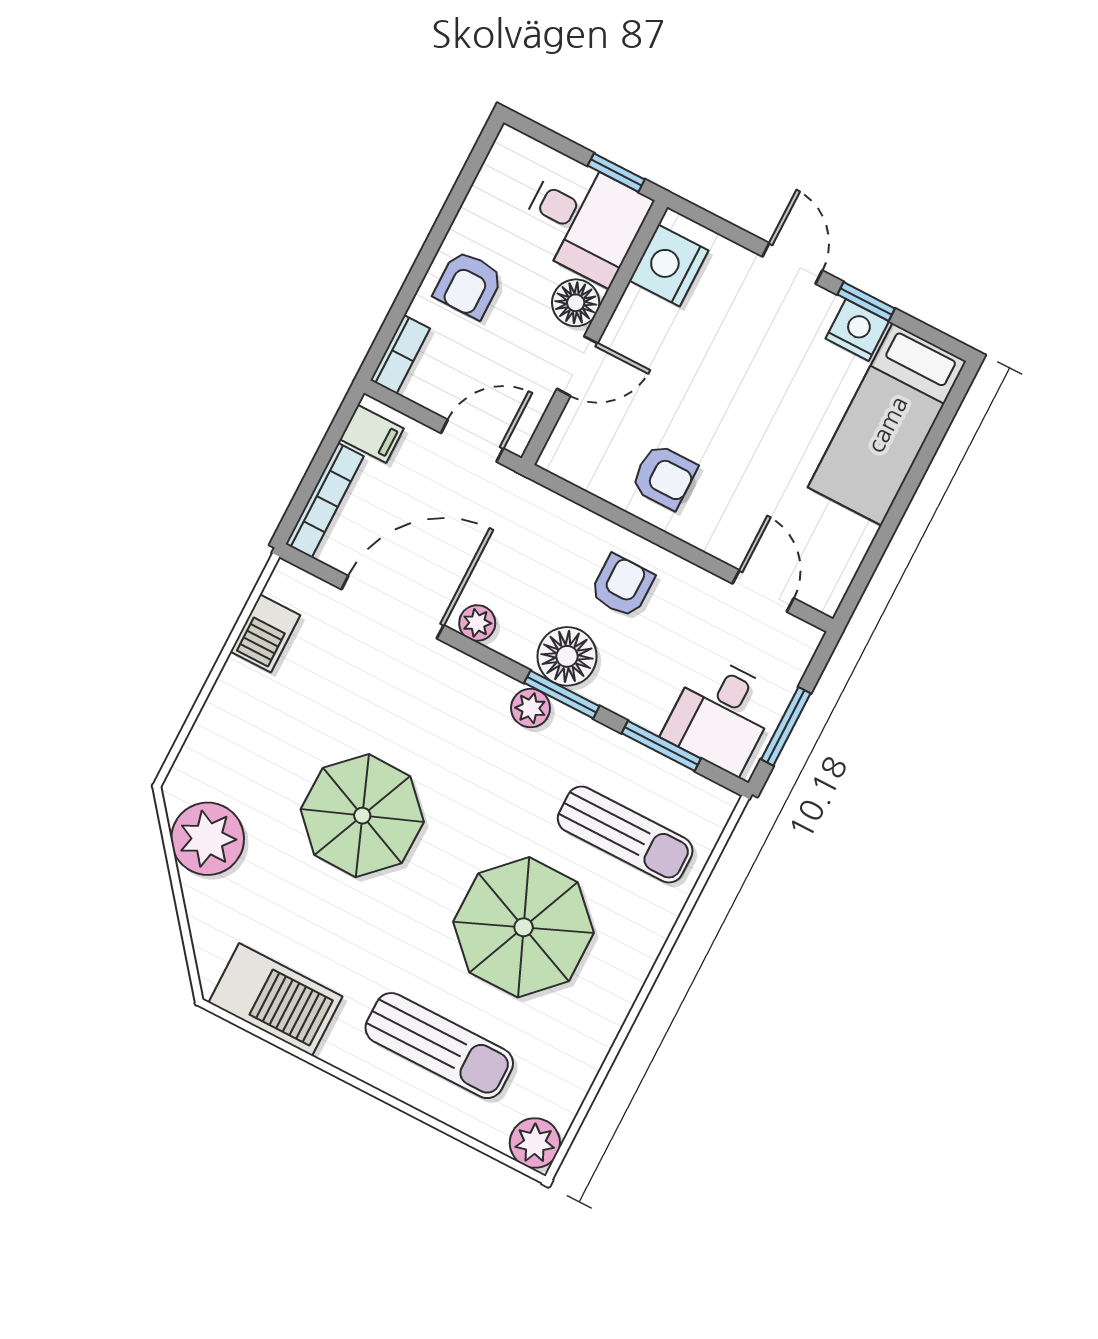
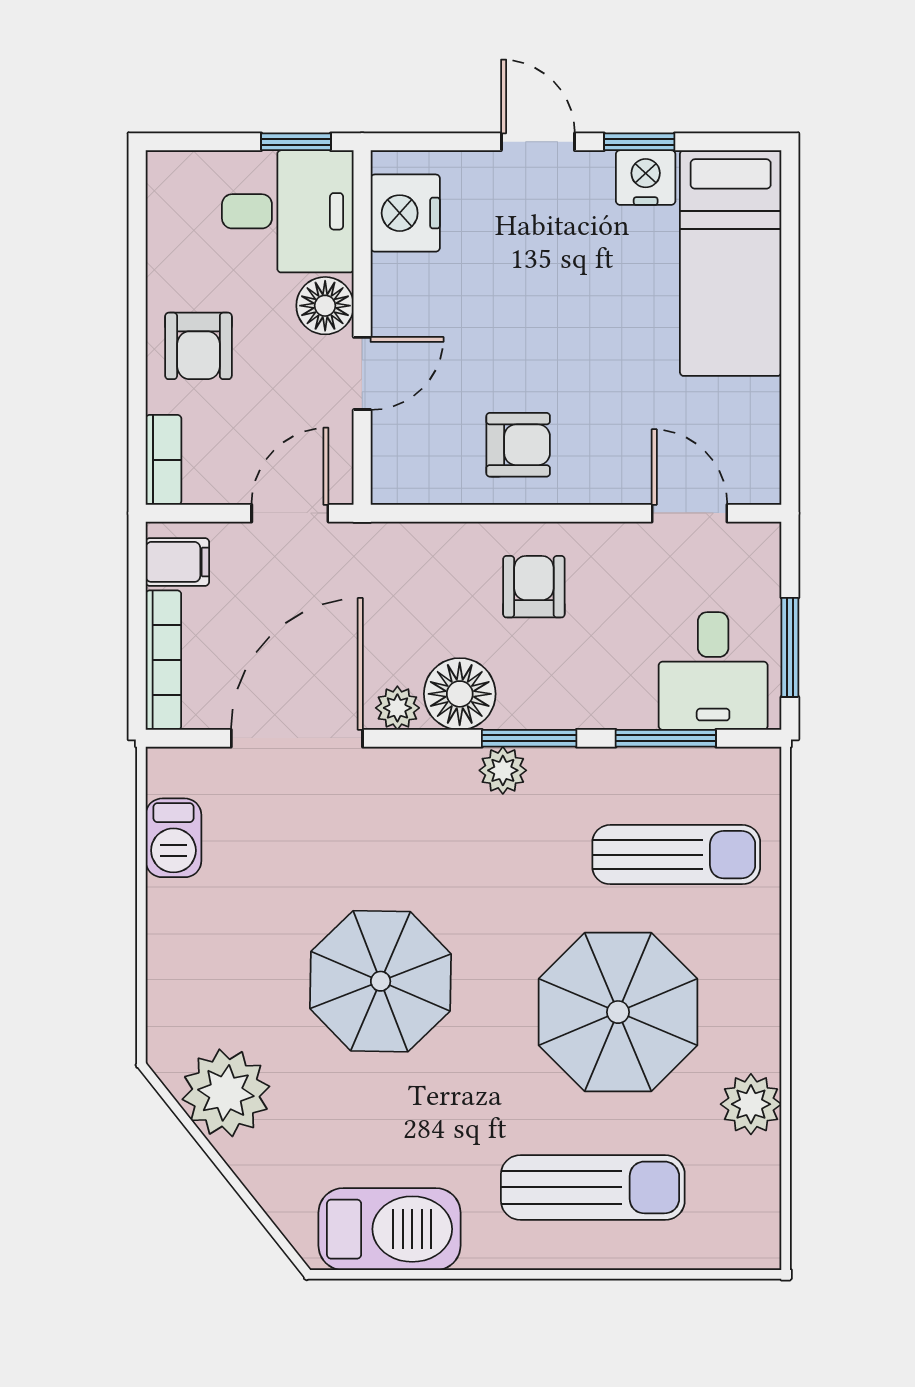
floor lamp: (567, 656) -> (460, 694), moved
plant: (535, 1143) -> (751, 1104), moved

